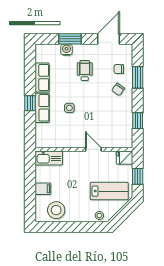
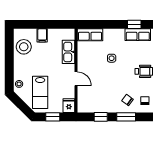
window: (138, 77) -> (126, 117), moved
window: (30, 103) -> (134, 24), moved
row of seats: (42, 108) -> (90, 35), moved
door: (93, 149) -> (76, 79), hinge flipped
kitchen sink: (49, 158) -> (69, 52), moved

